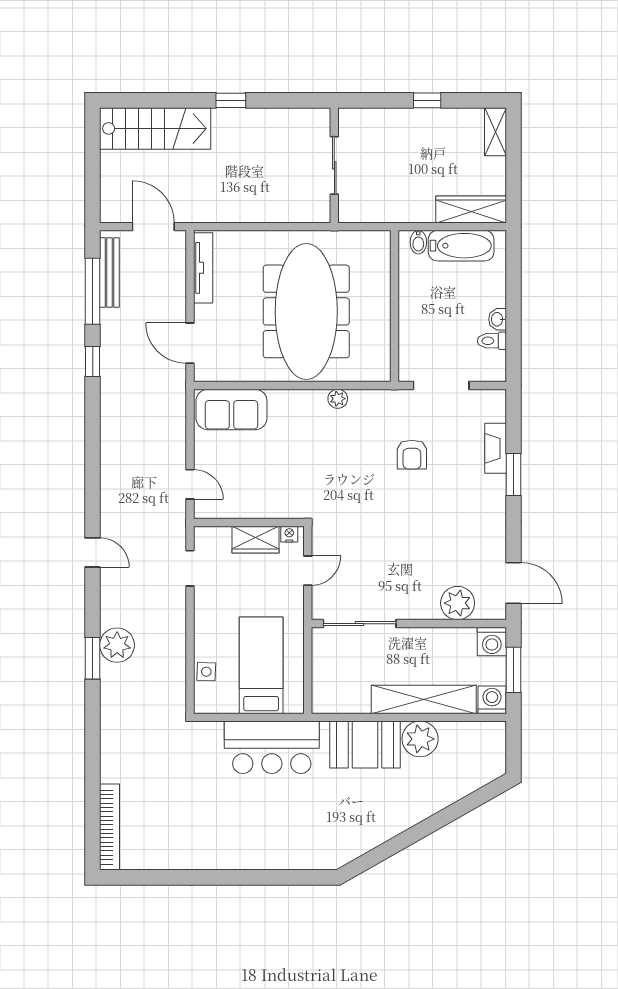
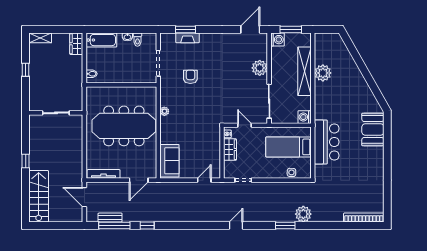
wardrobe: (471, 209) -> (76, 44), width x0.67
door: (153, 227) -> (84, 197), hinge flipped
bathtub: (461, 246) -> (101, 40), moved, turned 90
bench: (109, 273) -> (110, 218), width x0.73
armchair: (412, 455) -> (190, 77), turned -90
window: (513, 475) -> (186, 29), moved
plant: (458, 603) -> (260, 68), moved
plant: (117, 645) -> (303, 214), moved
washing machine: (492, 700) -> (305, 117), moved
booth: (365, 745) -> (373, 129), moved

